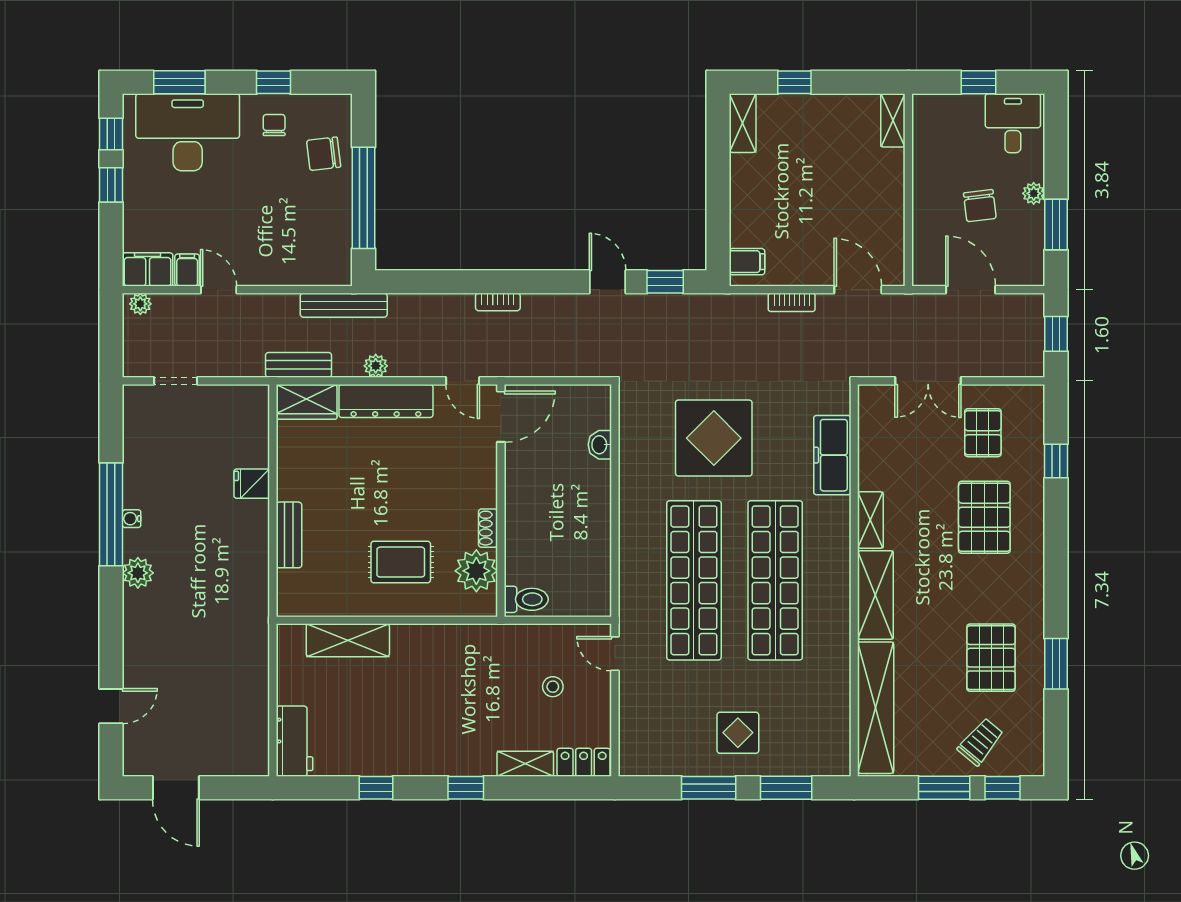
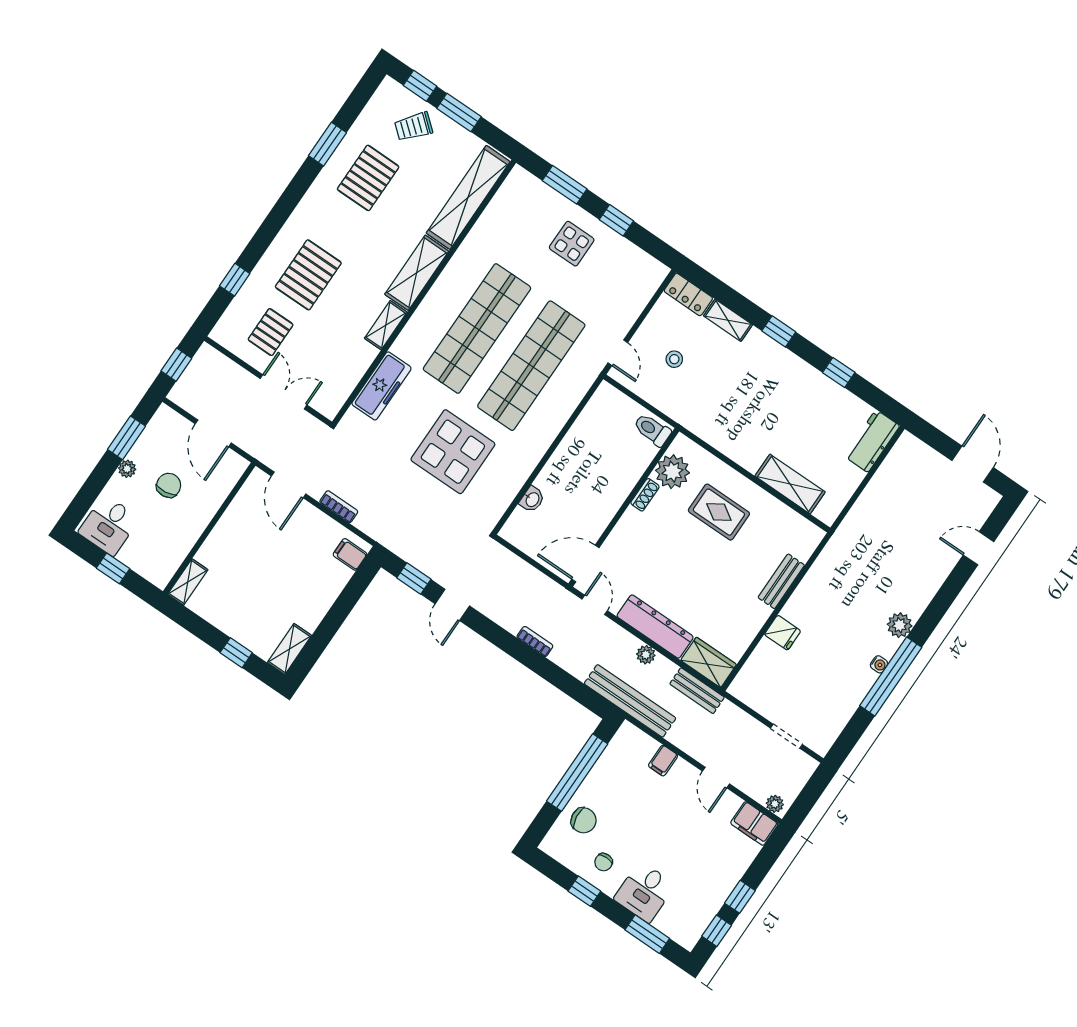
desk: (188, 132) -> (644, 892), width x0.53, depth x0.77
filing cabinet: (187, 270) -> (663, 761), moved
bench: (344, 305) -> (630, 701), width x1.37, depth x1.21
window: (709, 788) -> (616, 220), width x0.67

